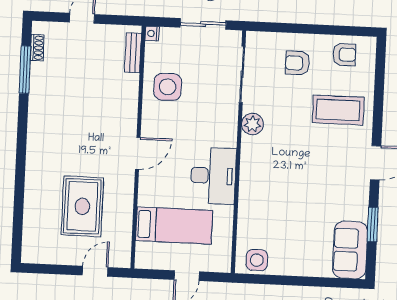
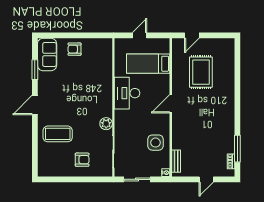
armchair: (344, 55) -> (74, 49), moved
side table: (257, 260) -> (100, 46), removed

